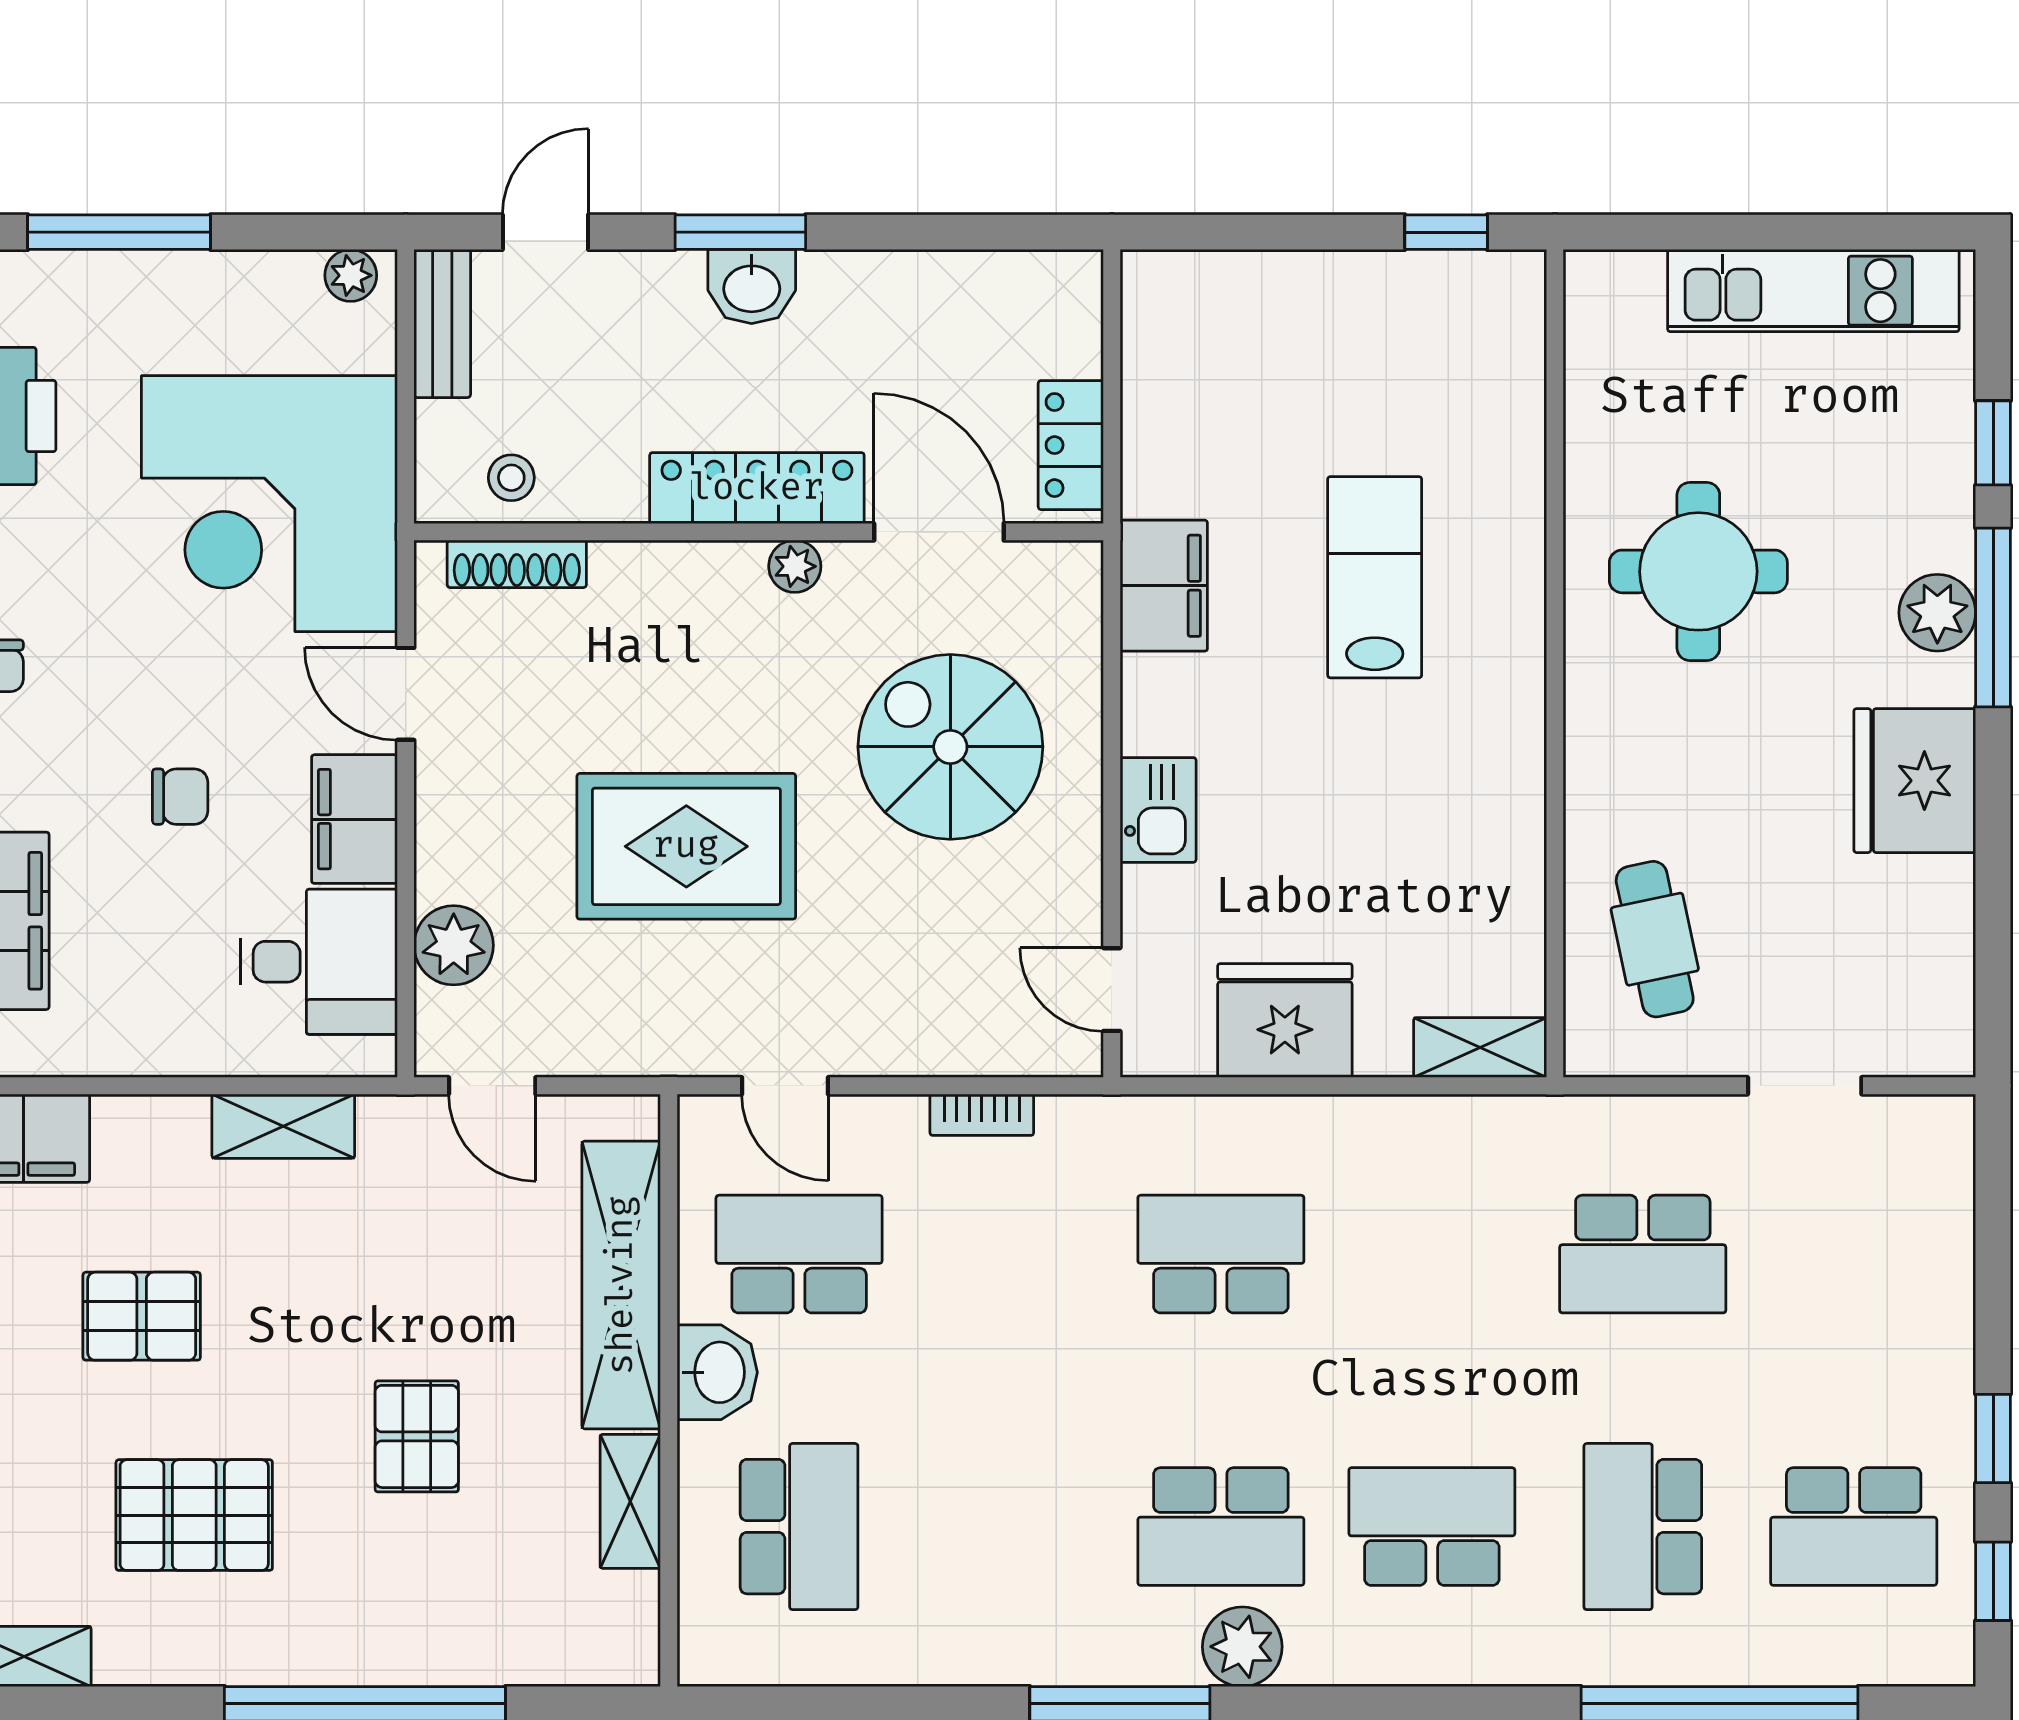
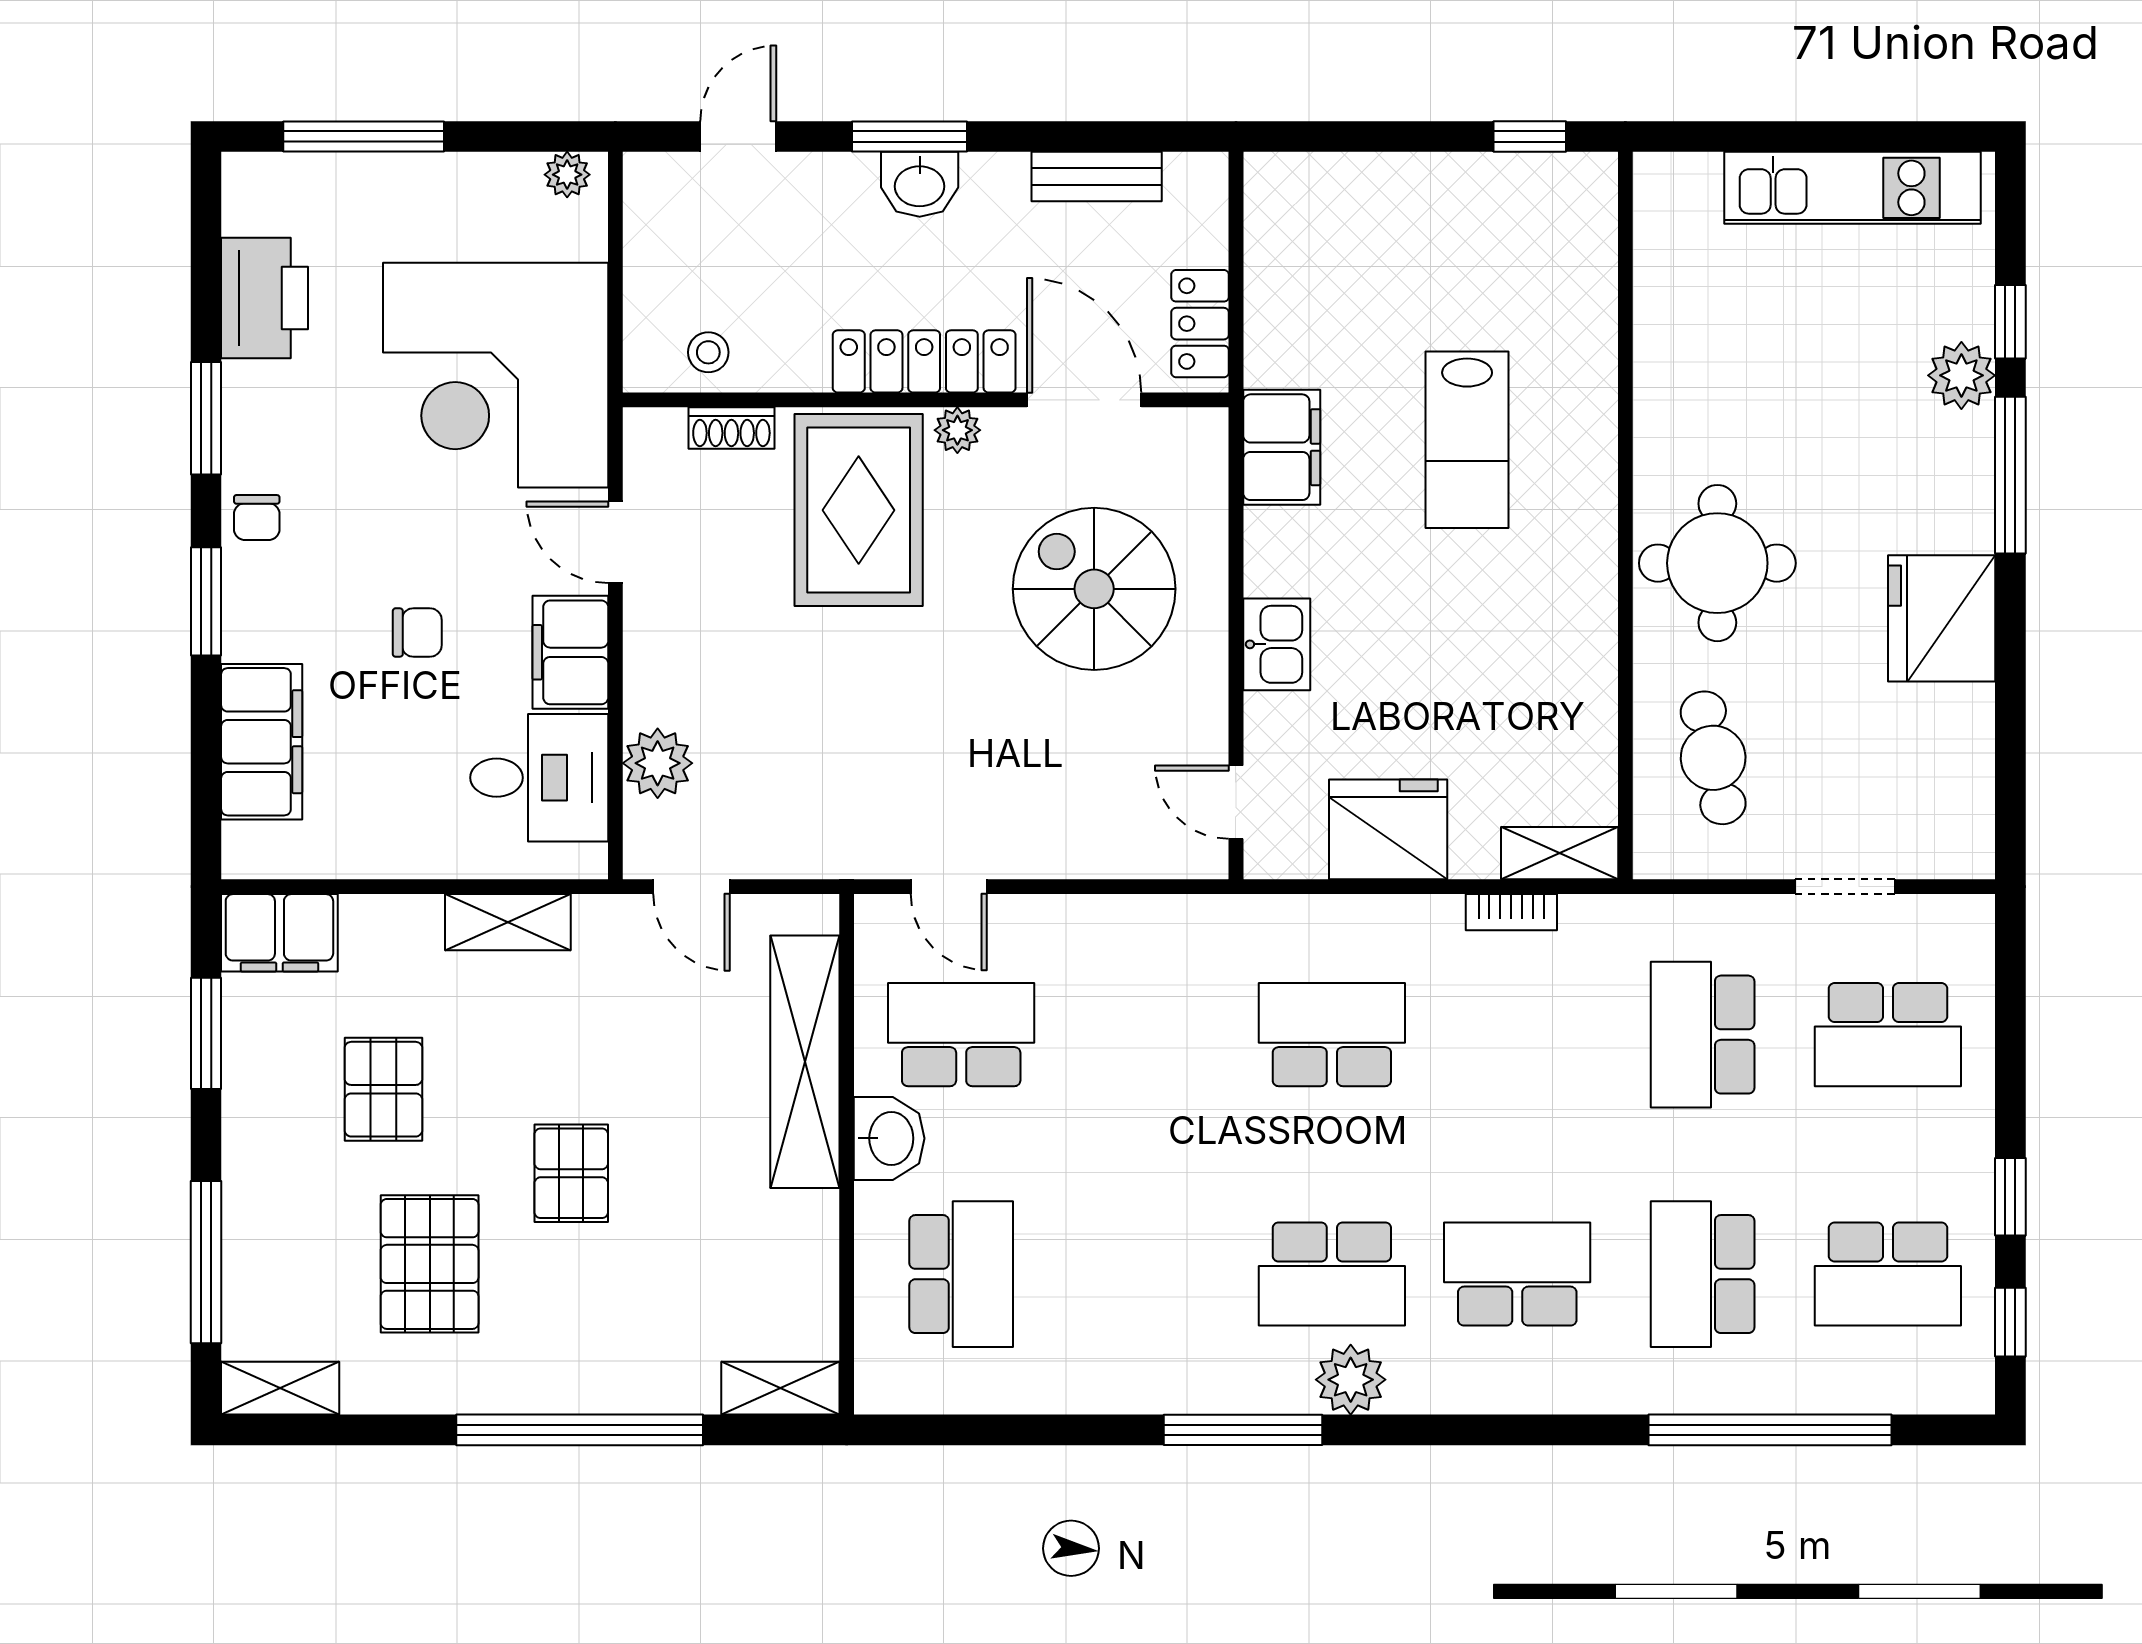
bench: (442, 324) -> (1097, 177), moved, turned 90
shoe rack: (517, 564) -> (731, 428), width x0.70
round table: (1698, 571) -> (1717, 563), moved
lab bench: (1375, 577) -> (1467, 440), turned 180
plant: (1937, 613) -> (1961, 375), moved
rug: (686, 846) -> (859, 510), moved, turned 90
bookcase: (982, 1115) -> (1511, 912), moved
school desk: (1643, 1254) -> (1703, 1035), turned 90
school desk: (1854, 1254) -> (1888, 1035), added
pallet: (142, 1316) -> (383, 1089), turned 90
pallet: (417, 1436) -> (571, 1173), moved
shelving: (630, 1501) -> (780, 1388), moved, turned 90
pallet: (194, 1515) -> (430, 1264), turned 90

